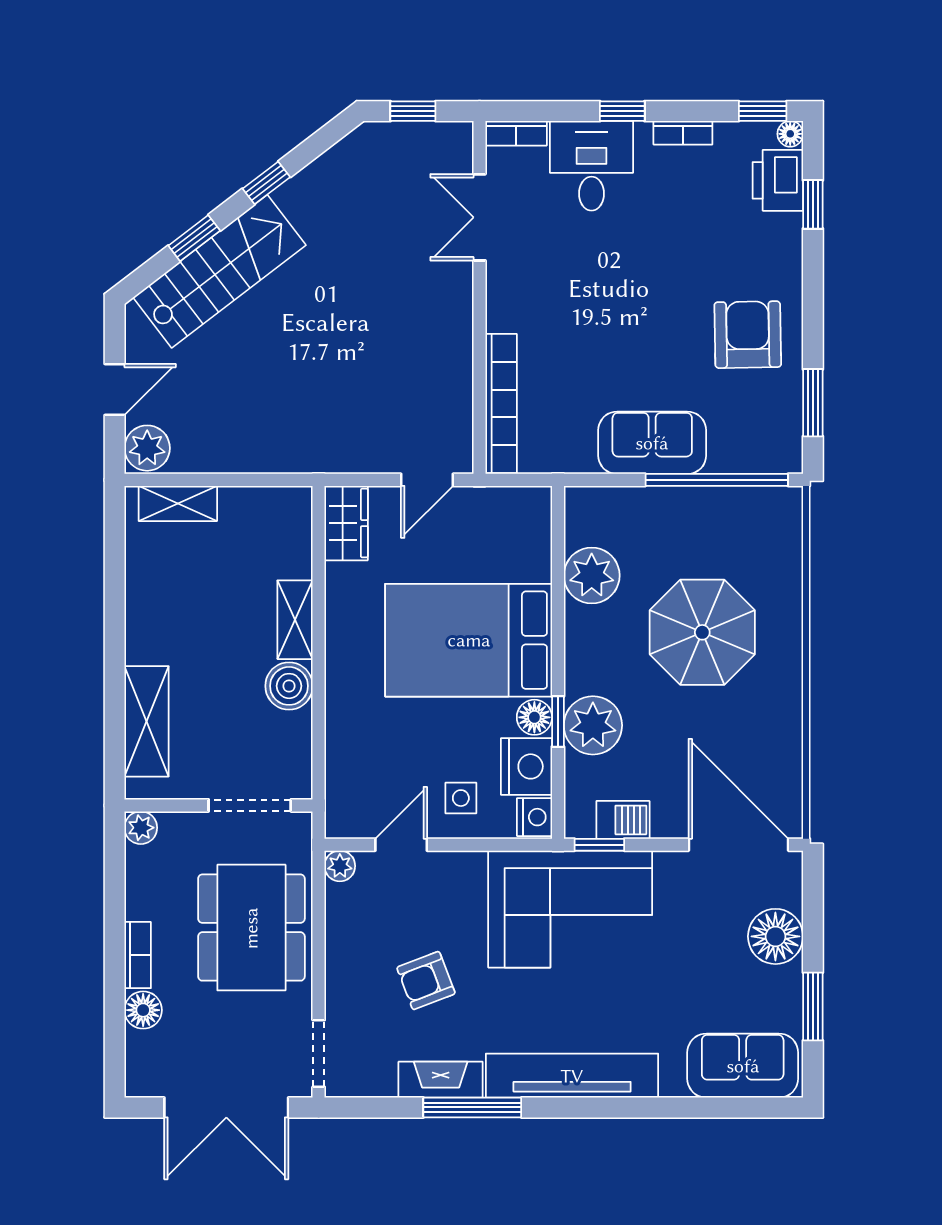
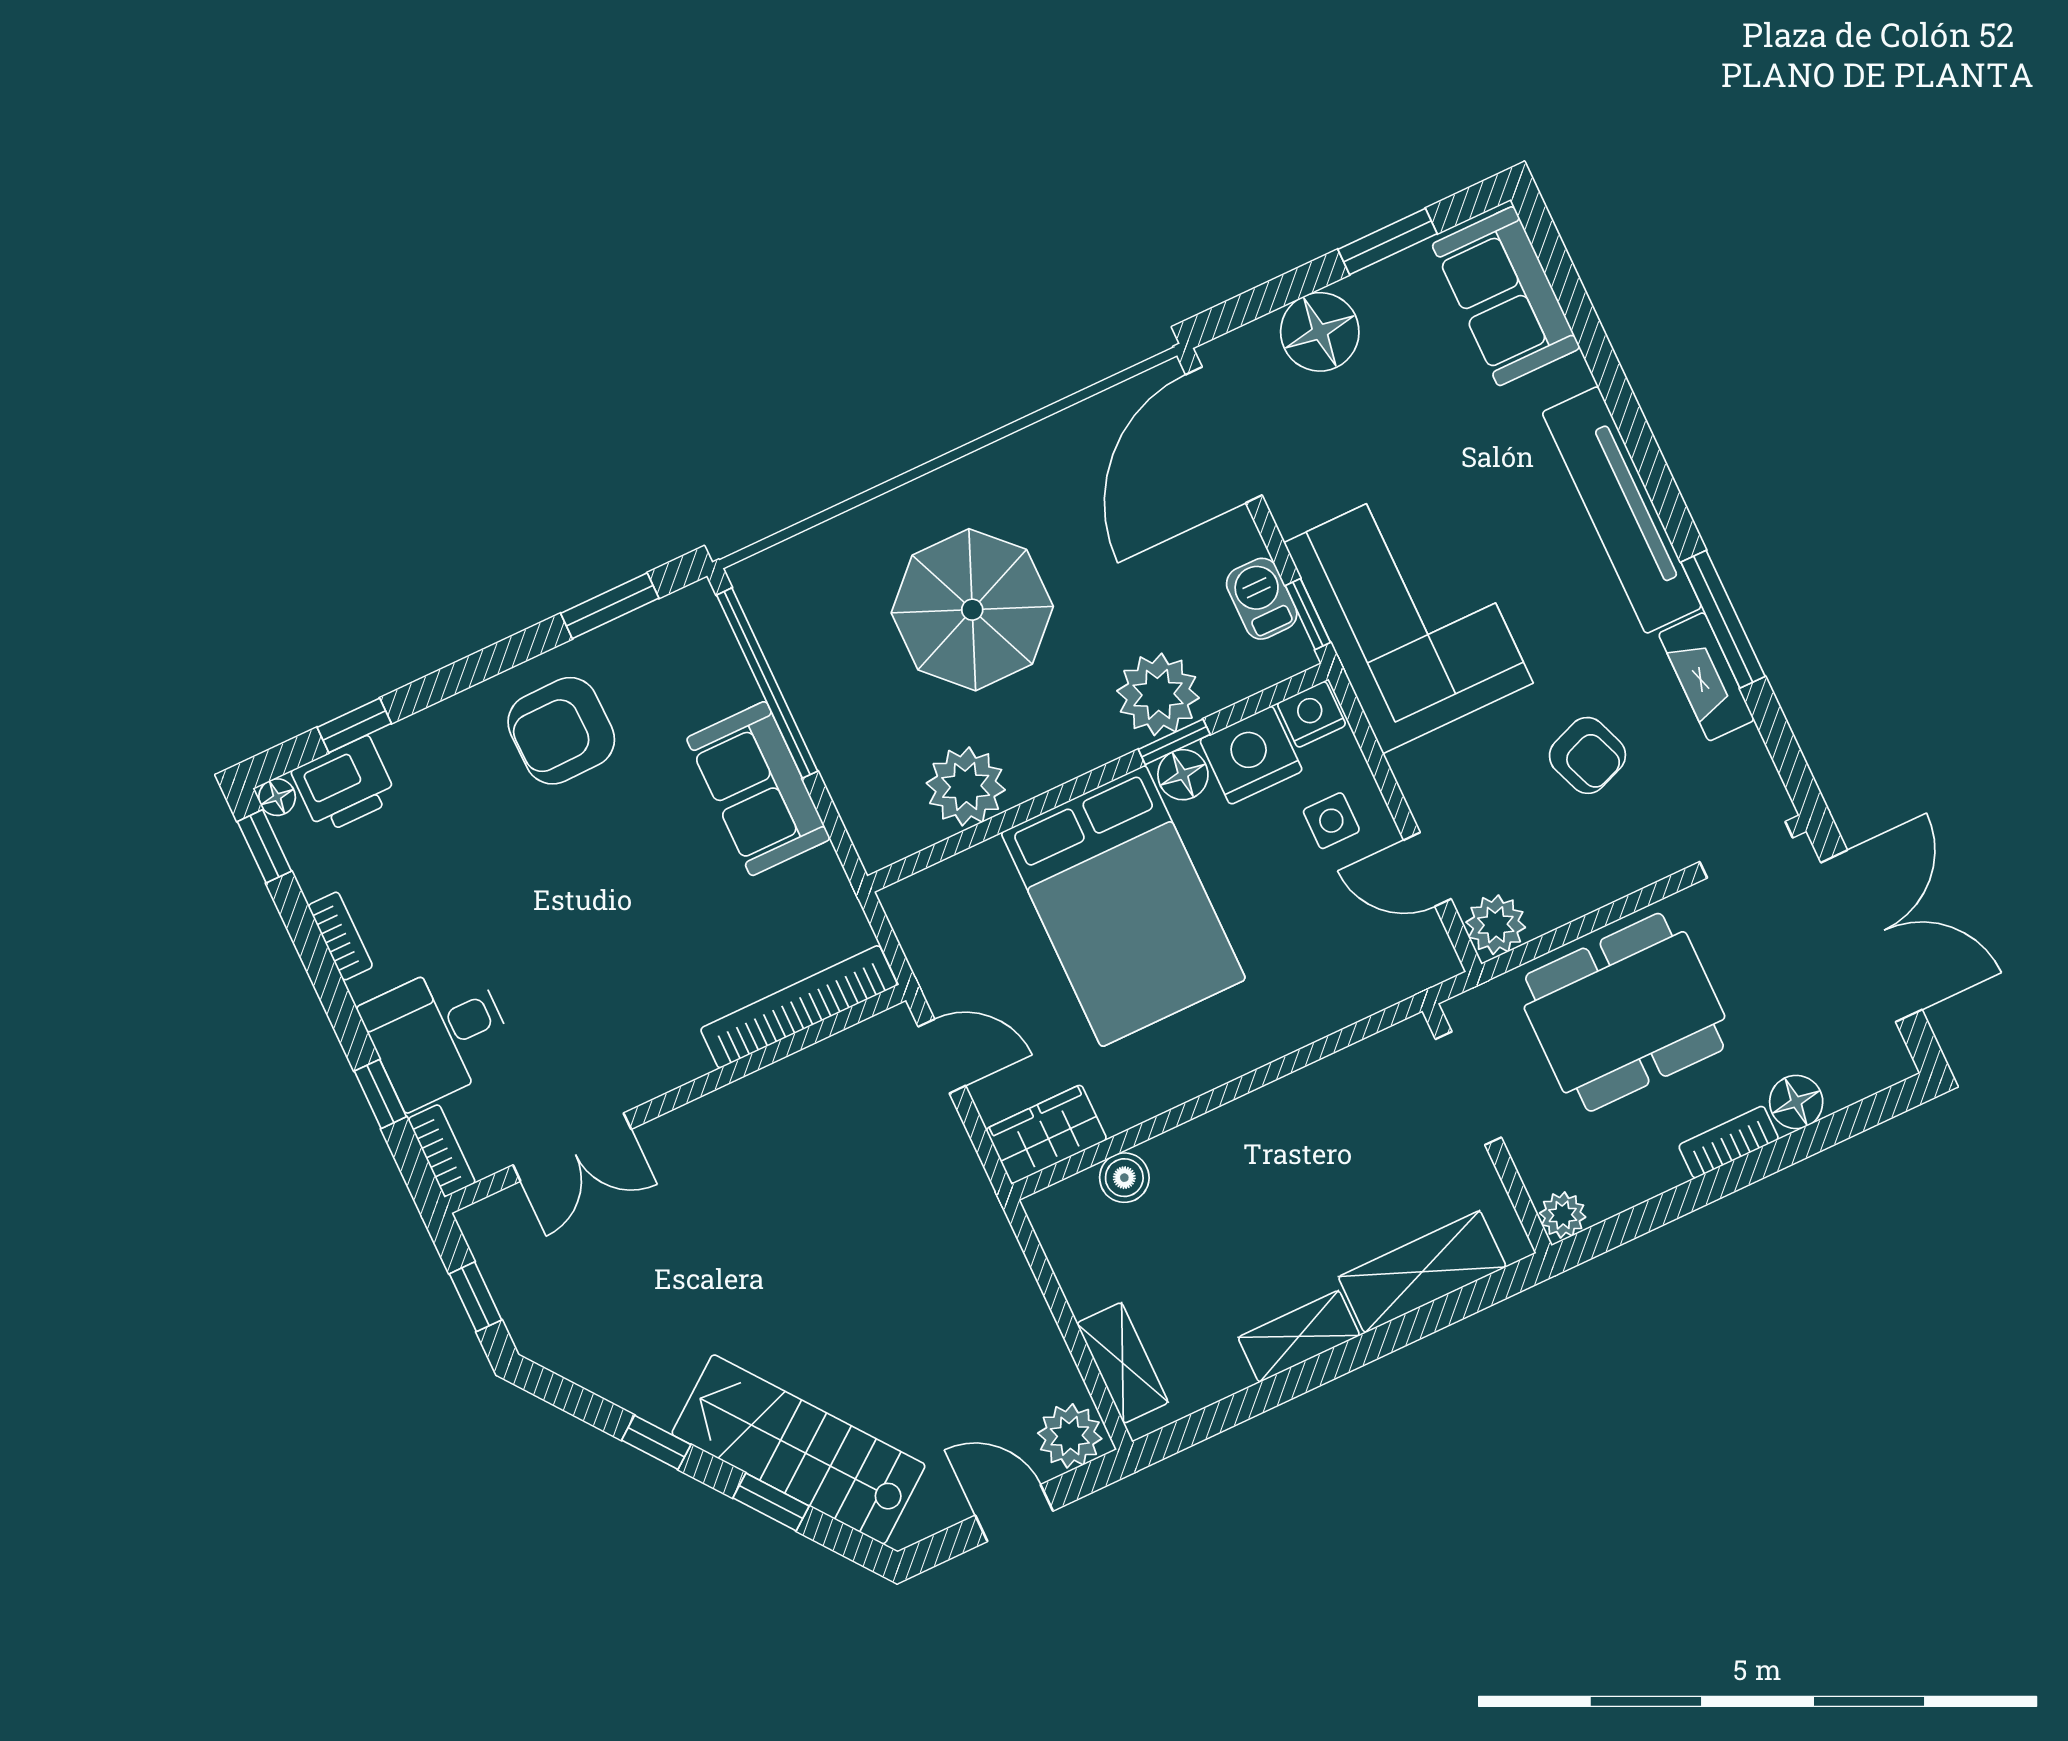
window: (622, 111) -> (380, 1094), moved
shelving: (295, 620) -> (1299, 1336), moved
boiler: (289, 686) -> (1124, 1178), moved, width x0.73, depth x0.73
plant: (340, 866) -> (1496, 925), width x1.38, depth x1.38

